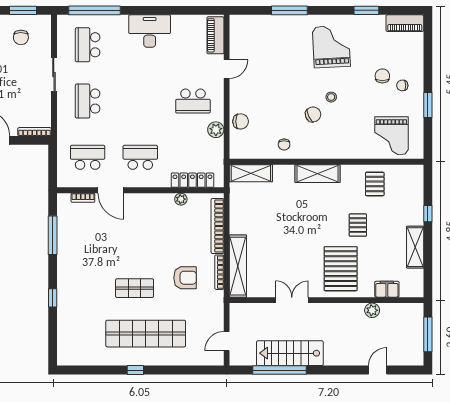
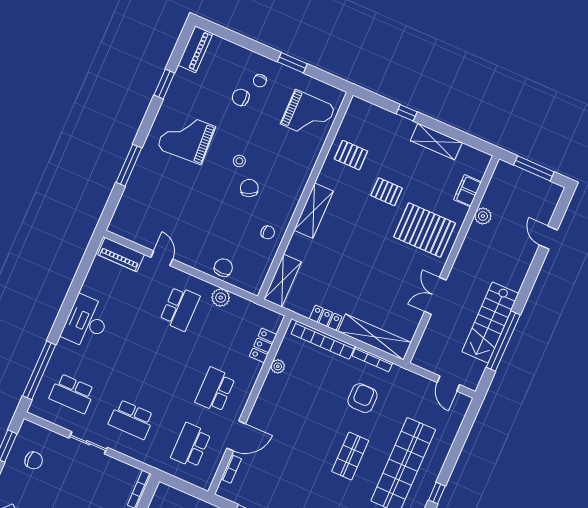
locker: (192, 180) -> (263, 345), width x0.66
locker: (236, 220) -> (326, 318), added

